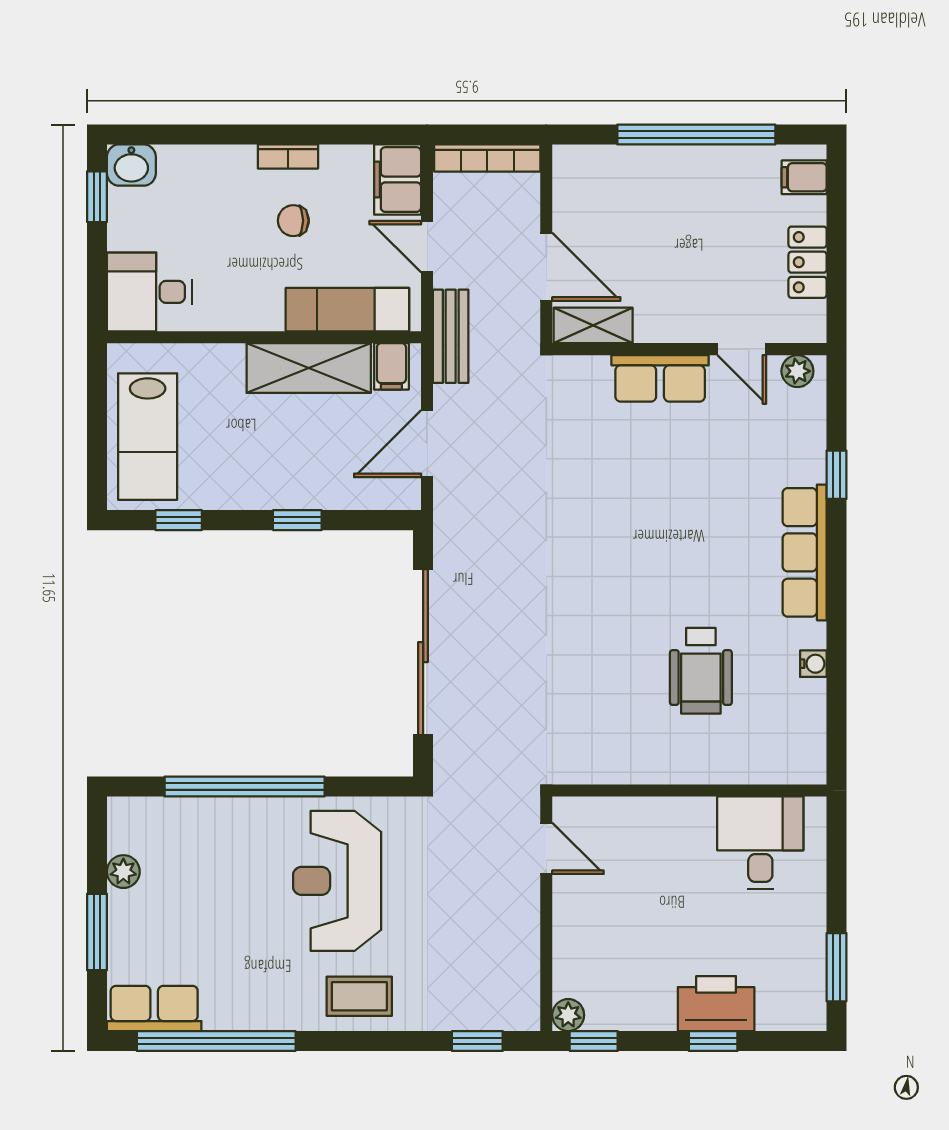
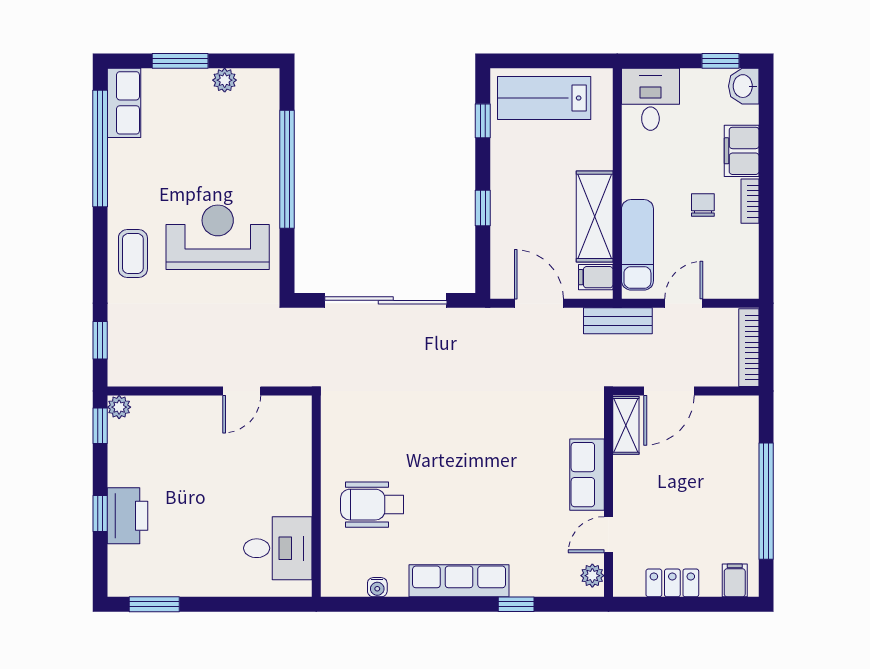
filing cabinet: (398, 180) -> (742, 151), moved, turned -90
wall: (689, 790) -> (316, 496), moved
desk: (760, 843) -> (278, 548), moved

